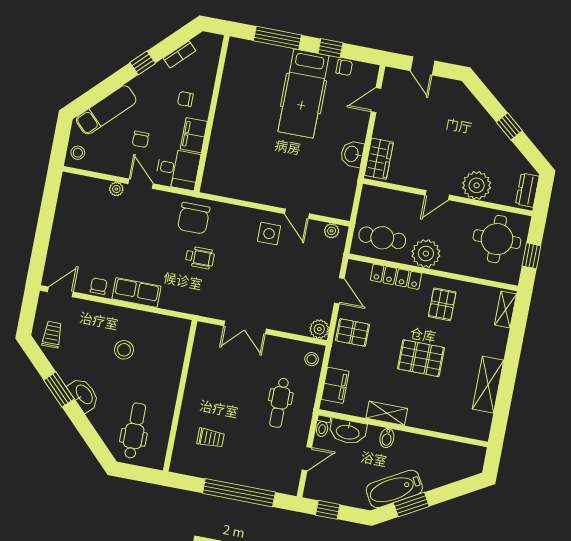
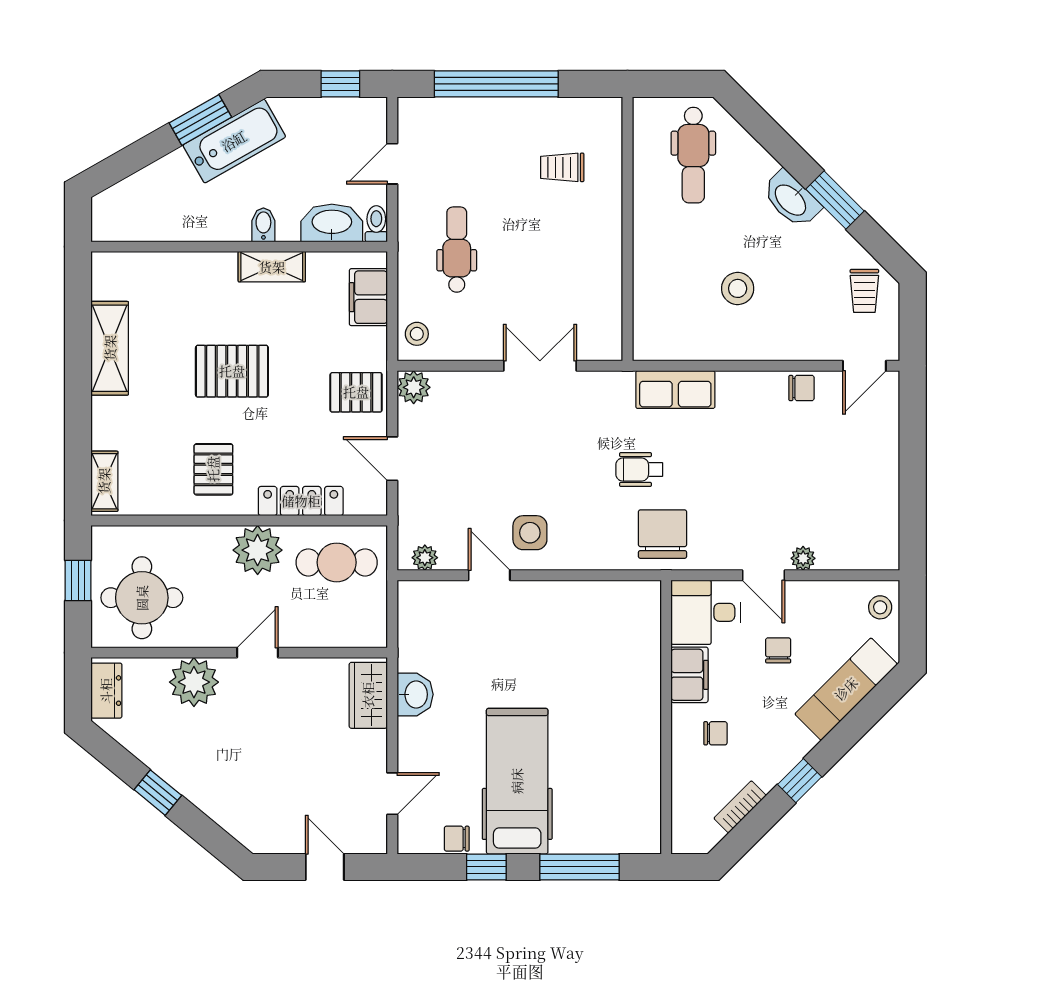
chair: (99, 286) -> (801, 388), turned -90
row of seats: (136, 293) -> (675, 390), moved

